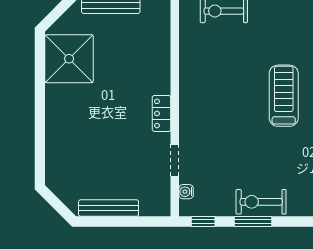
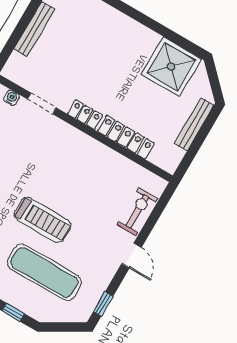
locker: (160, 63) -> (126, 137), added

